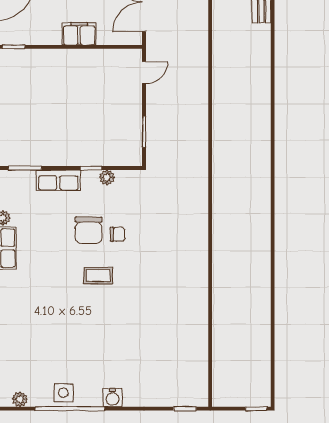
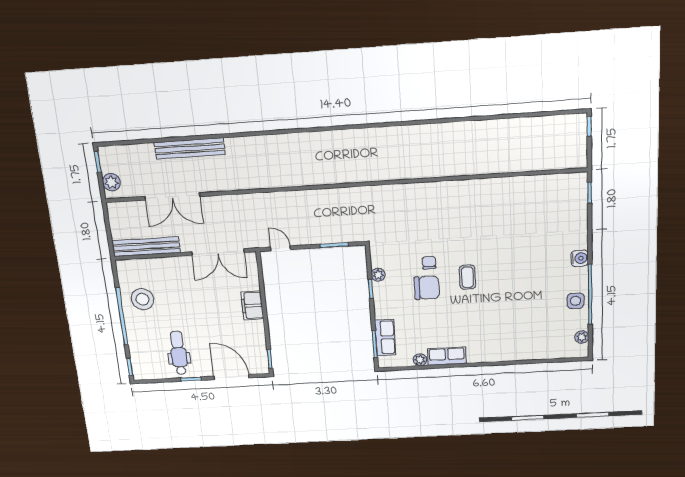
row of seats: (58, 180) -> (385, 338), moved

